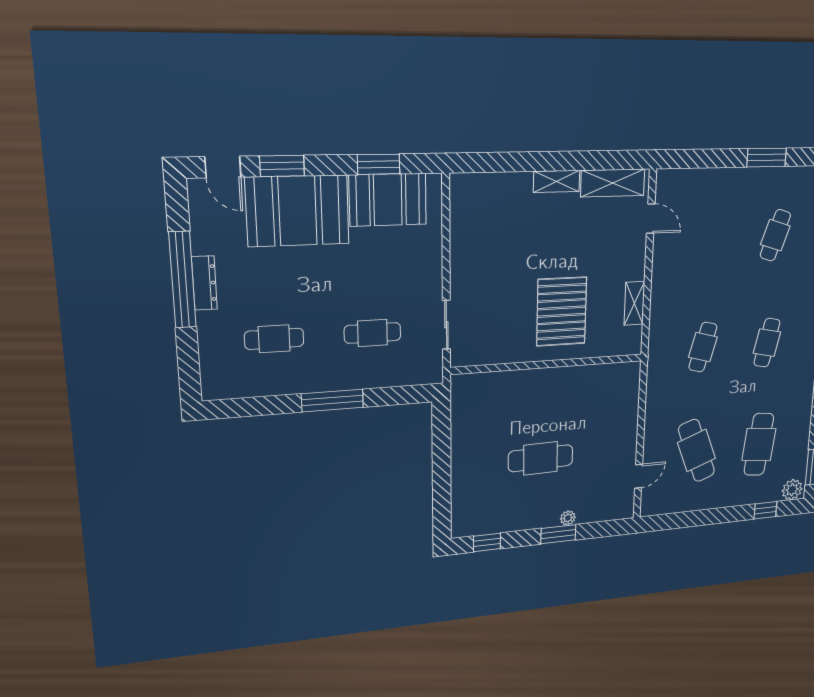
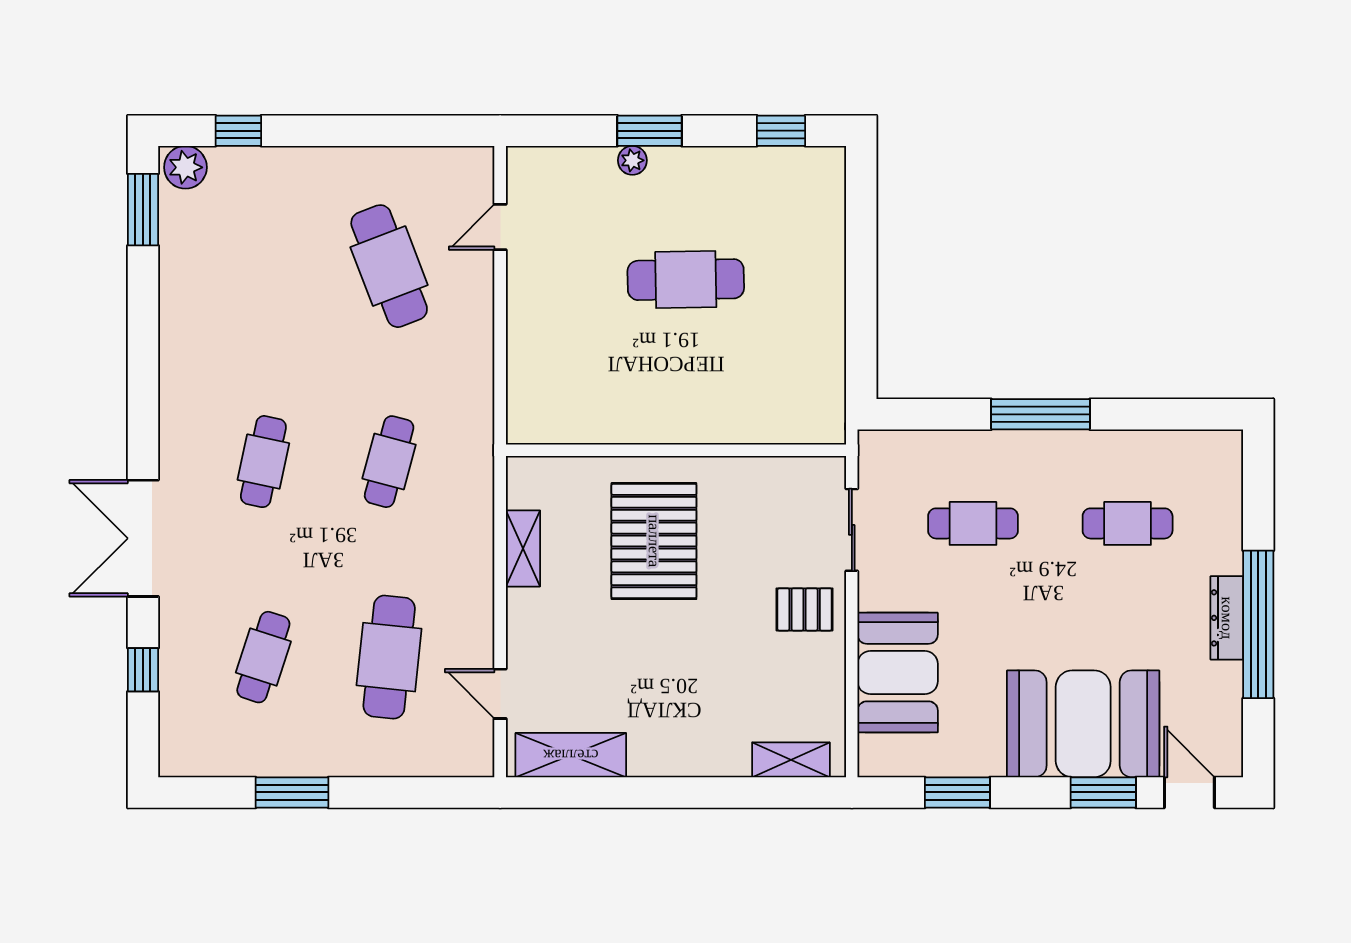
shelving: (557, 181) -> (791, 760), moved
booth: (388, 200) -> (898, 673), moved, turned 90
pallet: (475, 276) -> (805, 609), added
cafe table: (759, 444) -> (389, 657), moved

